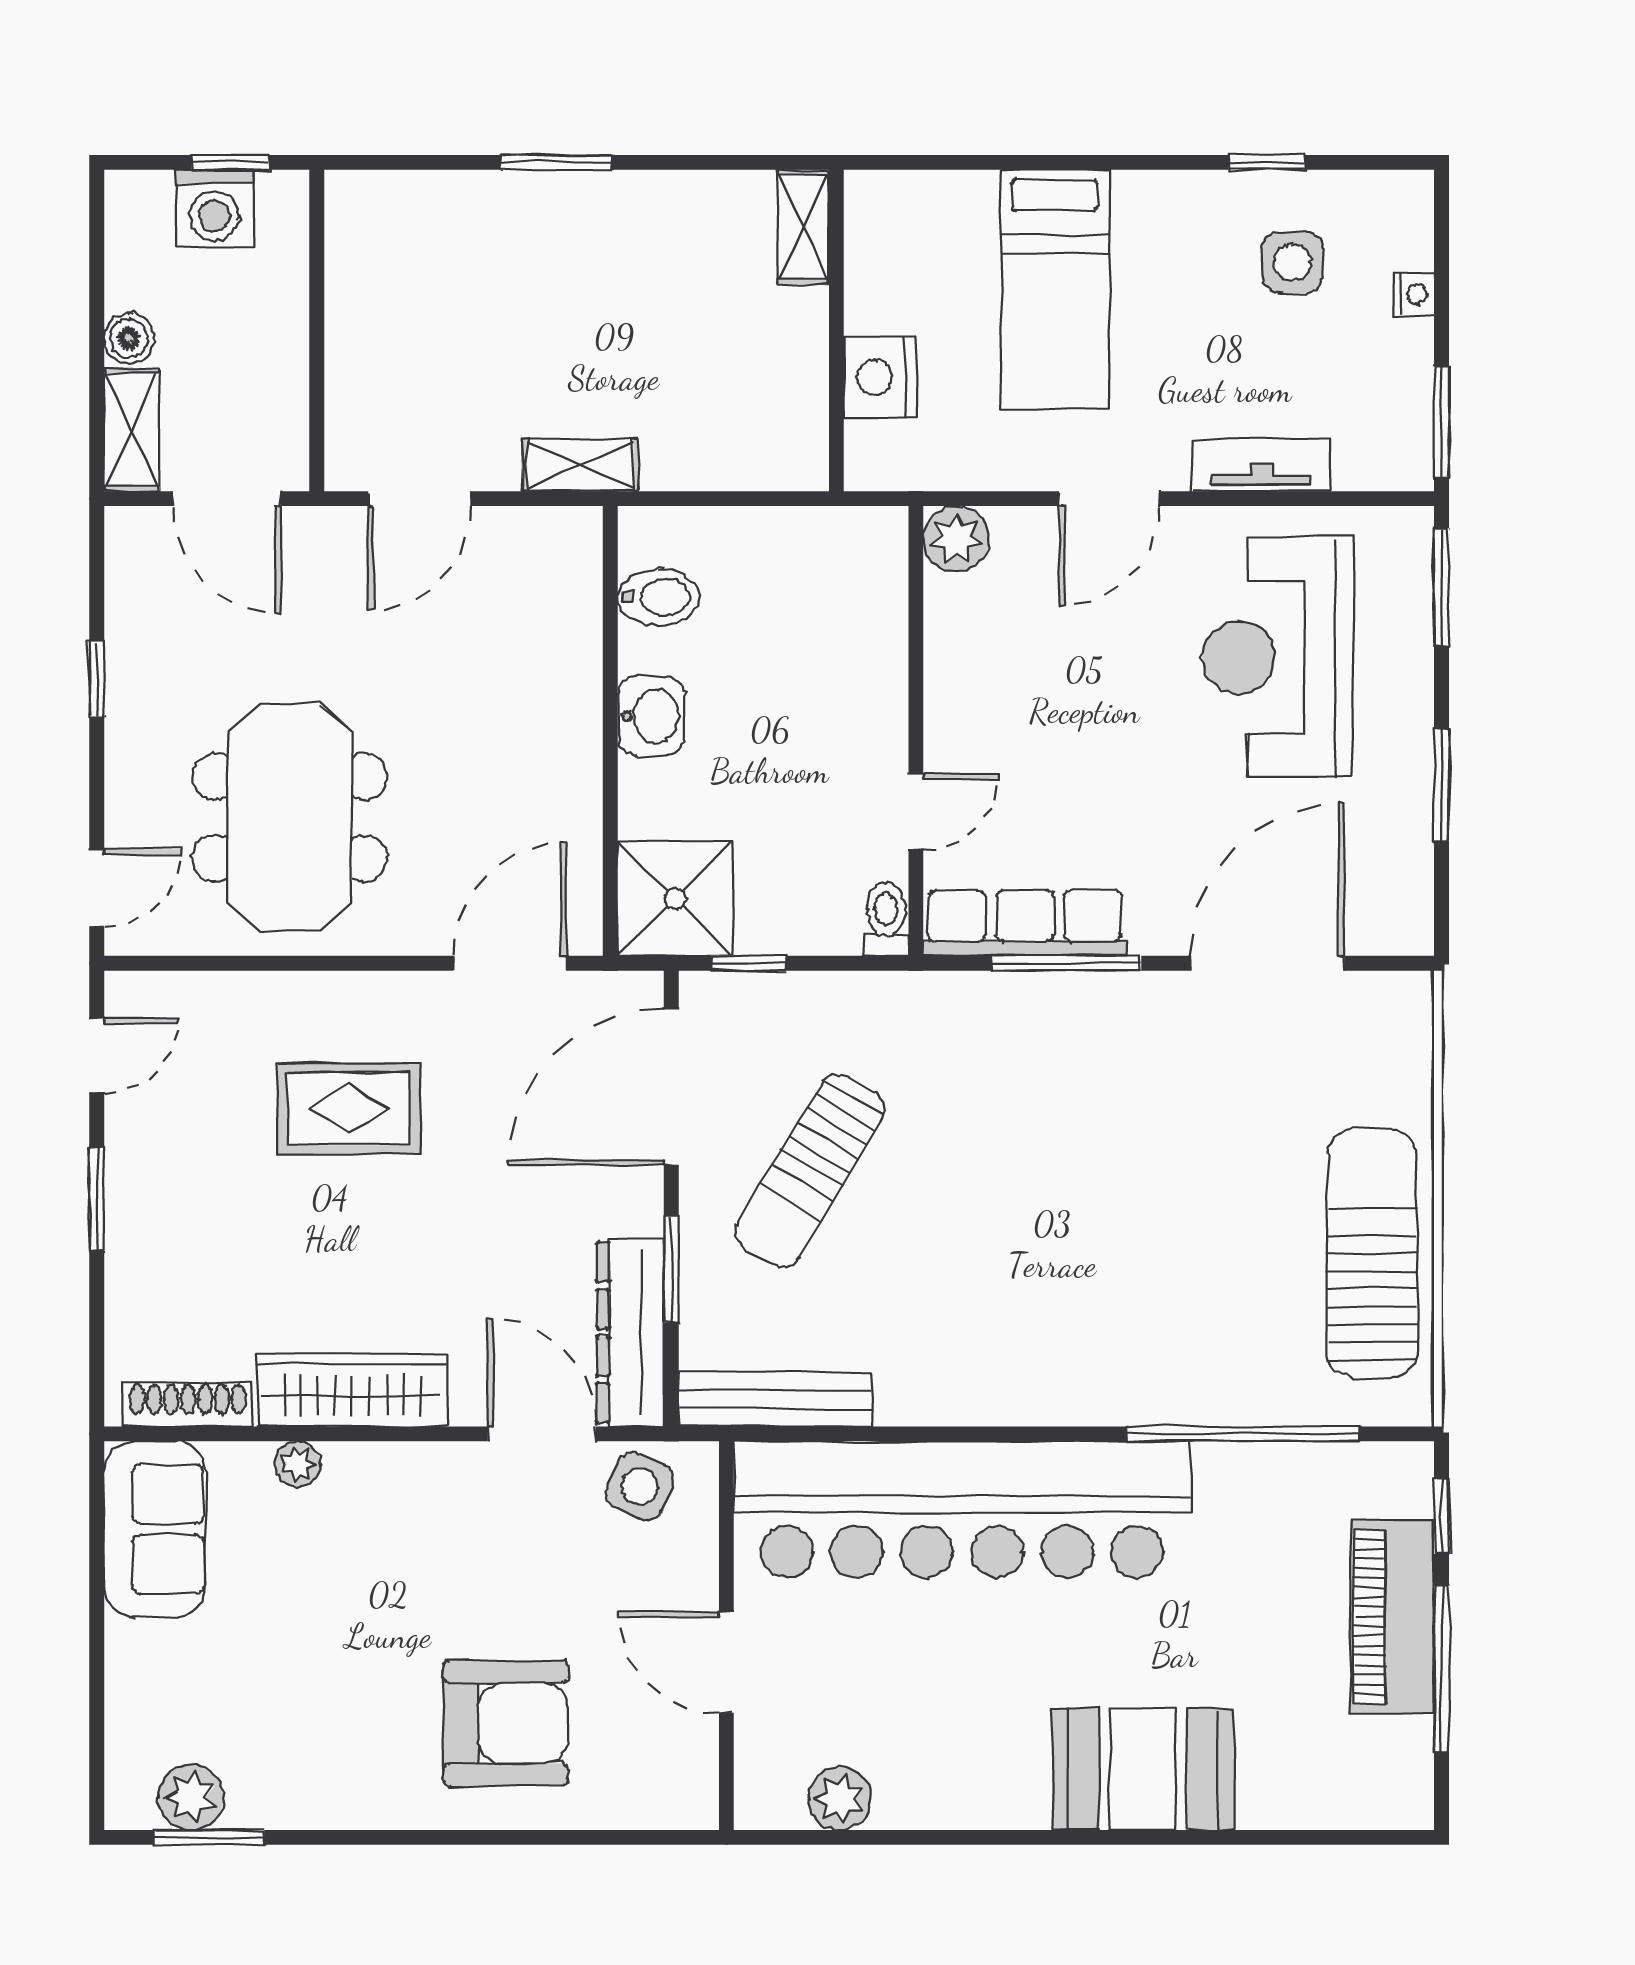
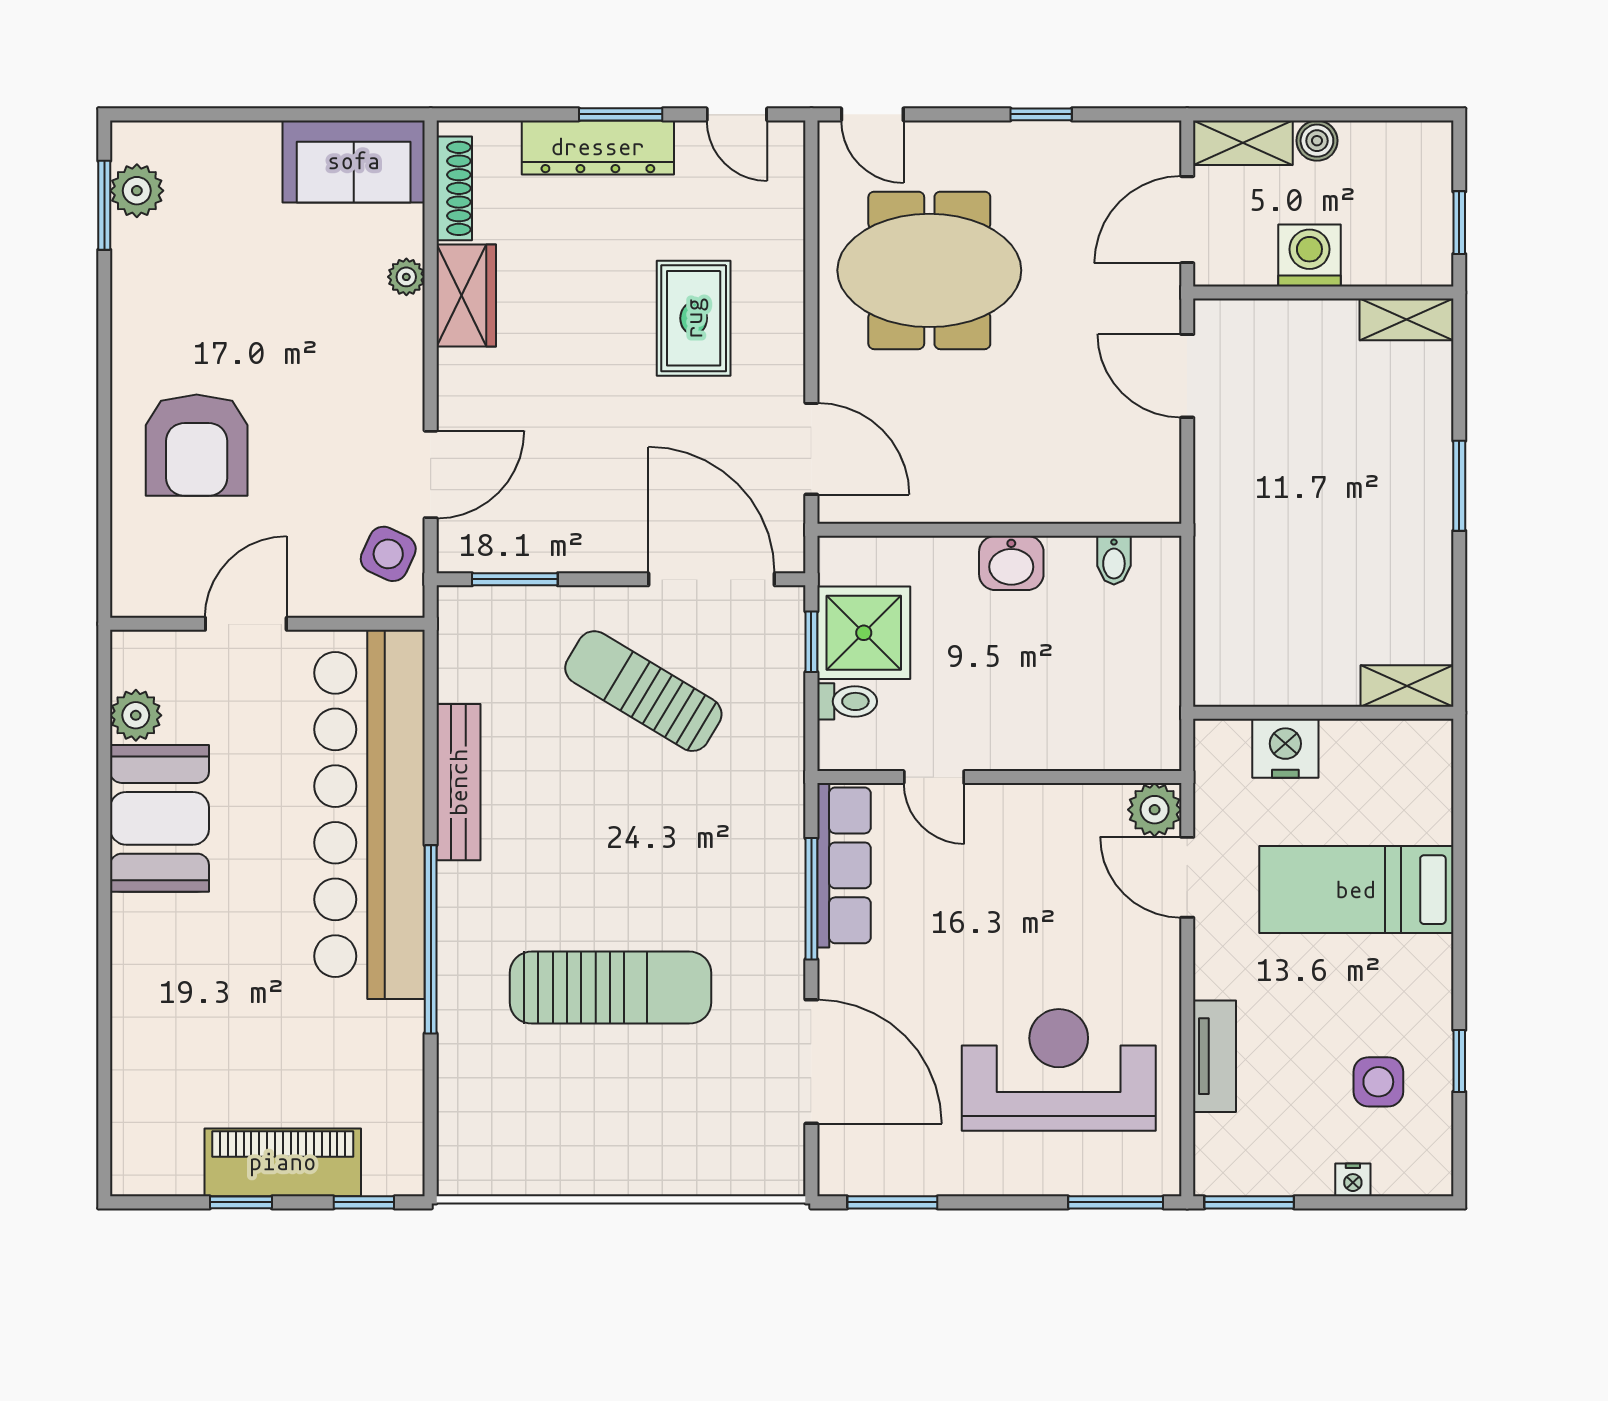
washing machine: (214, 208) -> (1309, 255), moved, turned 90
shelving: (580, 465) -> (1406, 319), moved, turned 90
door: (1109, 499) -> (1187, 877), moved
bidet: (659, 597) -> (1114, 560), width x0.72, depth x0.74
window: (1442, 785) -> (892, 1202), moved
shower: (675, 898) -> (864, 633), moved
toilet: (886, 919) -> (847, 701), moved
sun lounger: (1372, 1253) -> (610, 988), moved
window: (671, 1269) -> (515, 579), moved
dresser: (630, 1333) -> (598, 147), moved, turned 180
wardrobe: (352, 1390) -> (466, 295), width x0.67
bench: (775, 1399) -> (459, 782), moved
window: (1244, 1434) -> (431, 939), moved
window: (1442, 1668) -> (241, 1202), width x0.46
booth: (1143, 1769) -> (160, 818), moved

